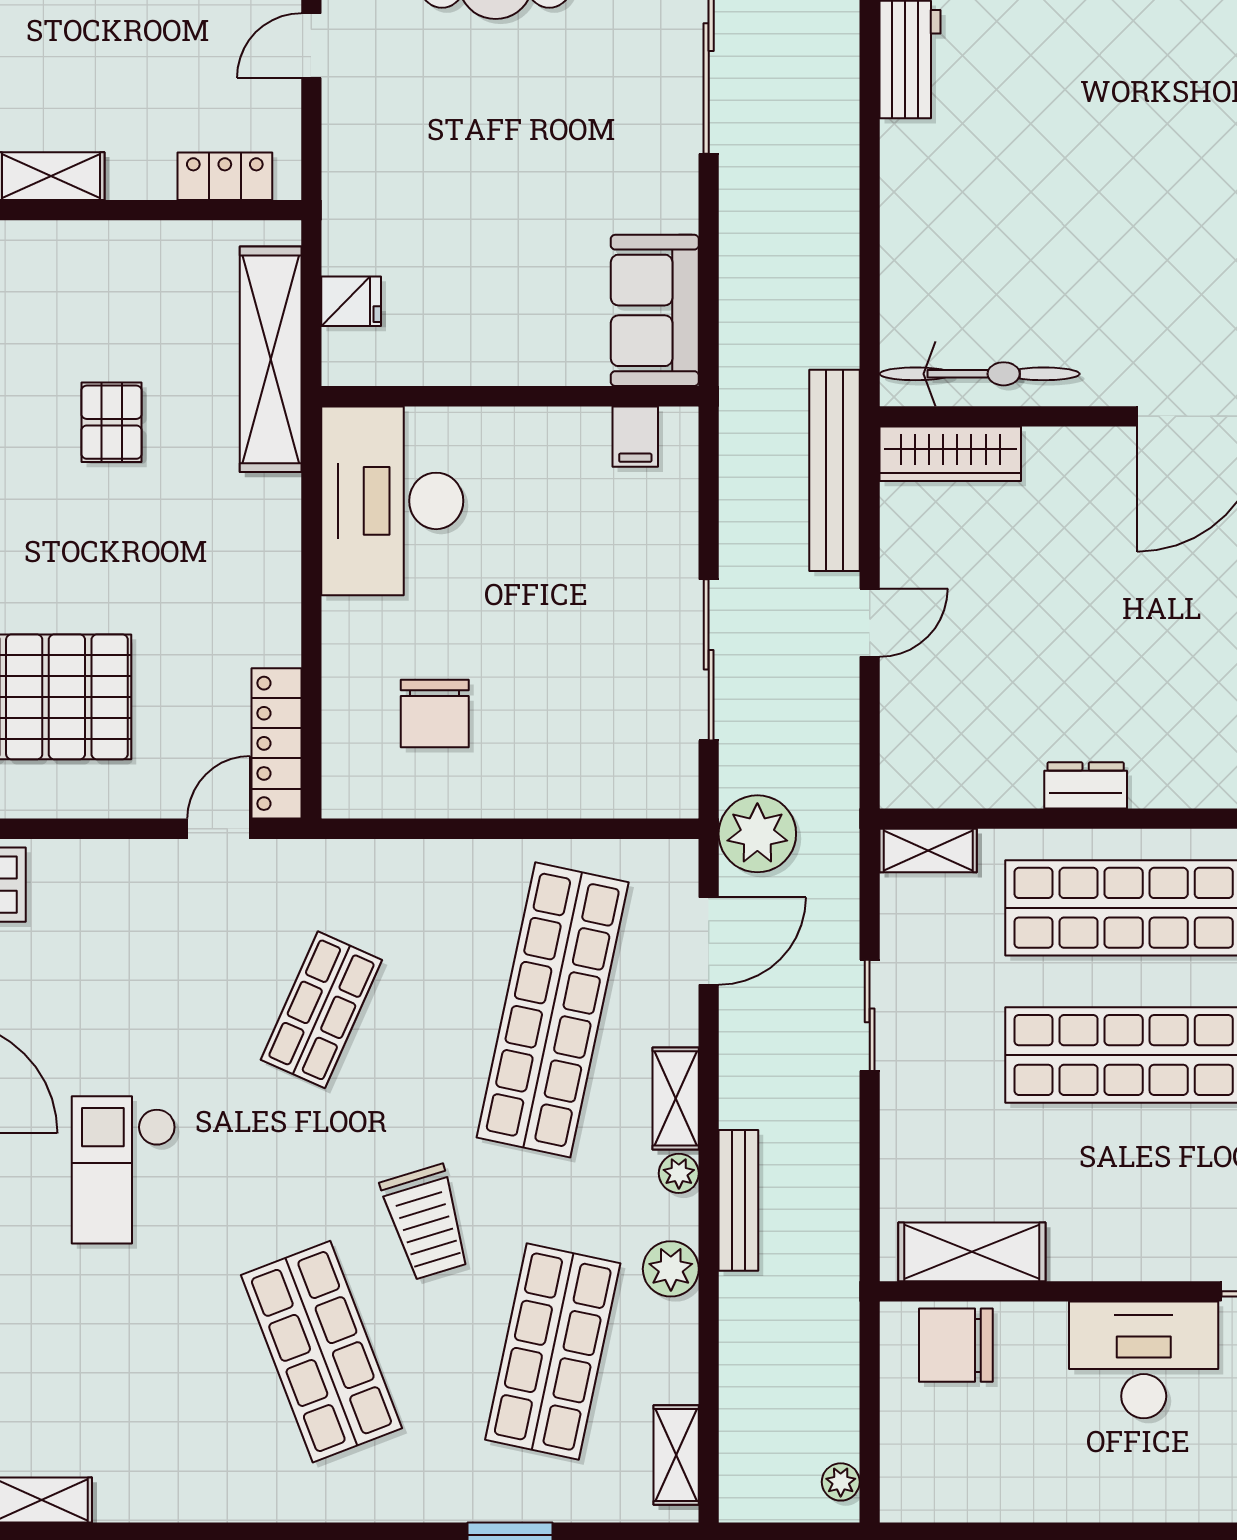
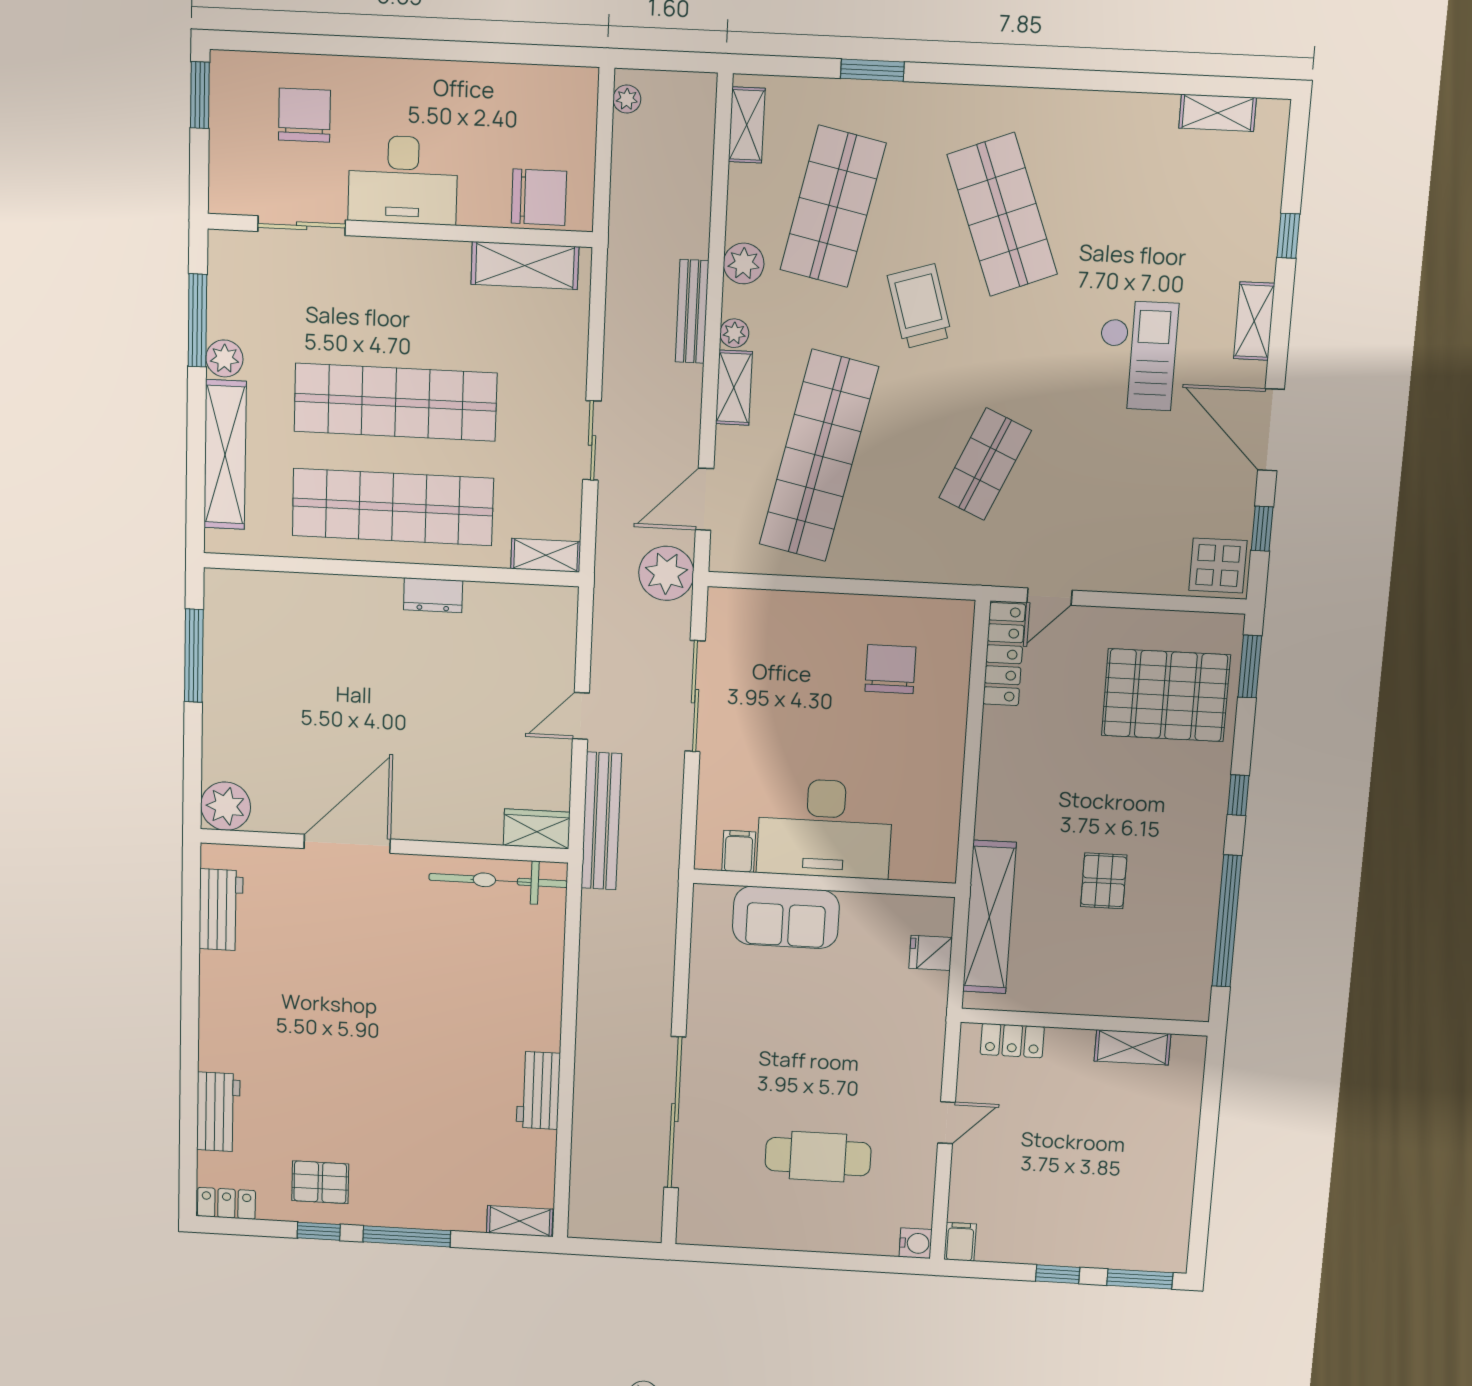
sofa: (655, 310) -> (786, 917), moved, turned 90
wardrobe: (950, 454) -> (537, 829), width x0.67
desk: (392, 501) -> (825, 828), moved, turned 90

